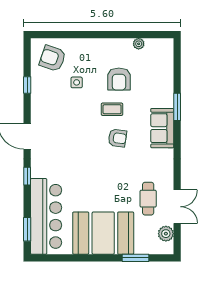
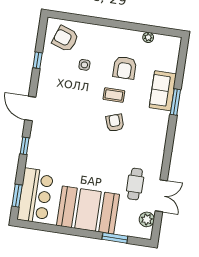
sofa: (162, 128) -> (163, 91), moved
armchair: (117, 138) -> (115, 123), turned -116
bar counter: (46, 216) -> (35, 196), width x0.73

